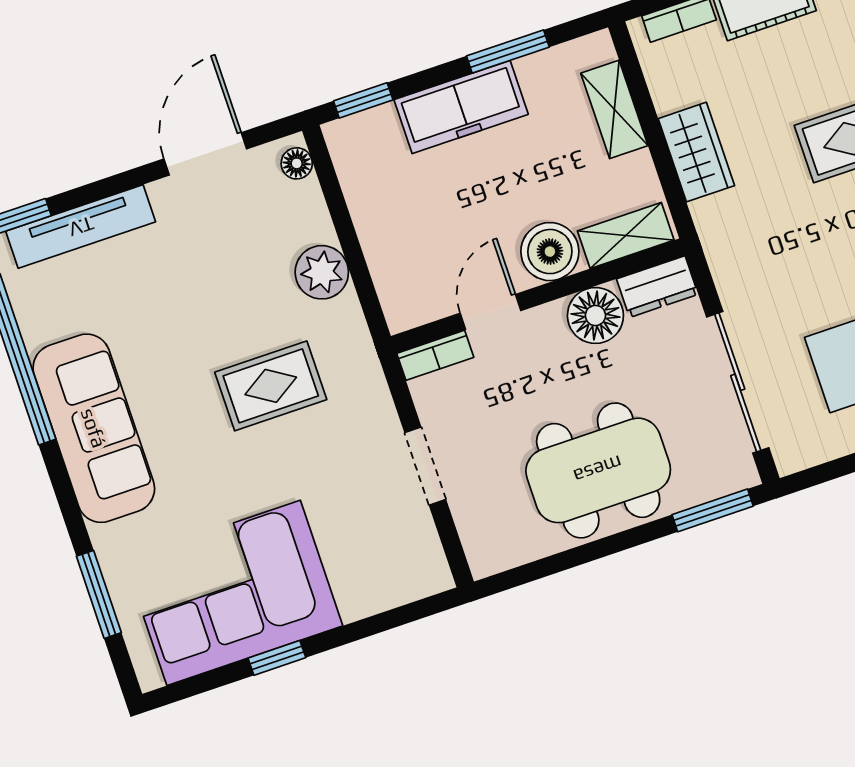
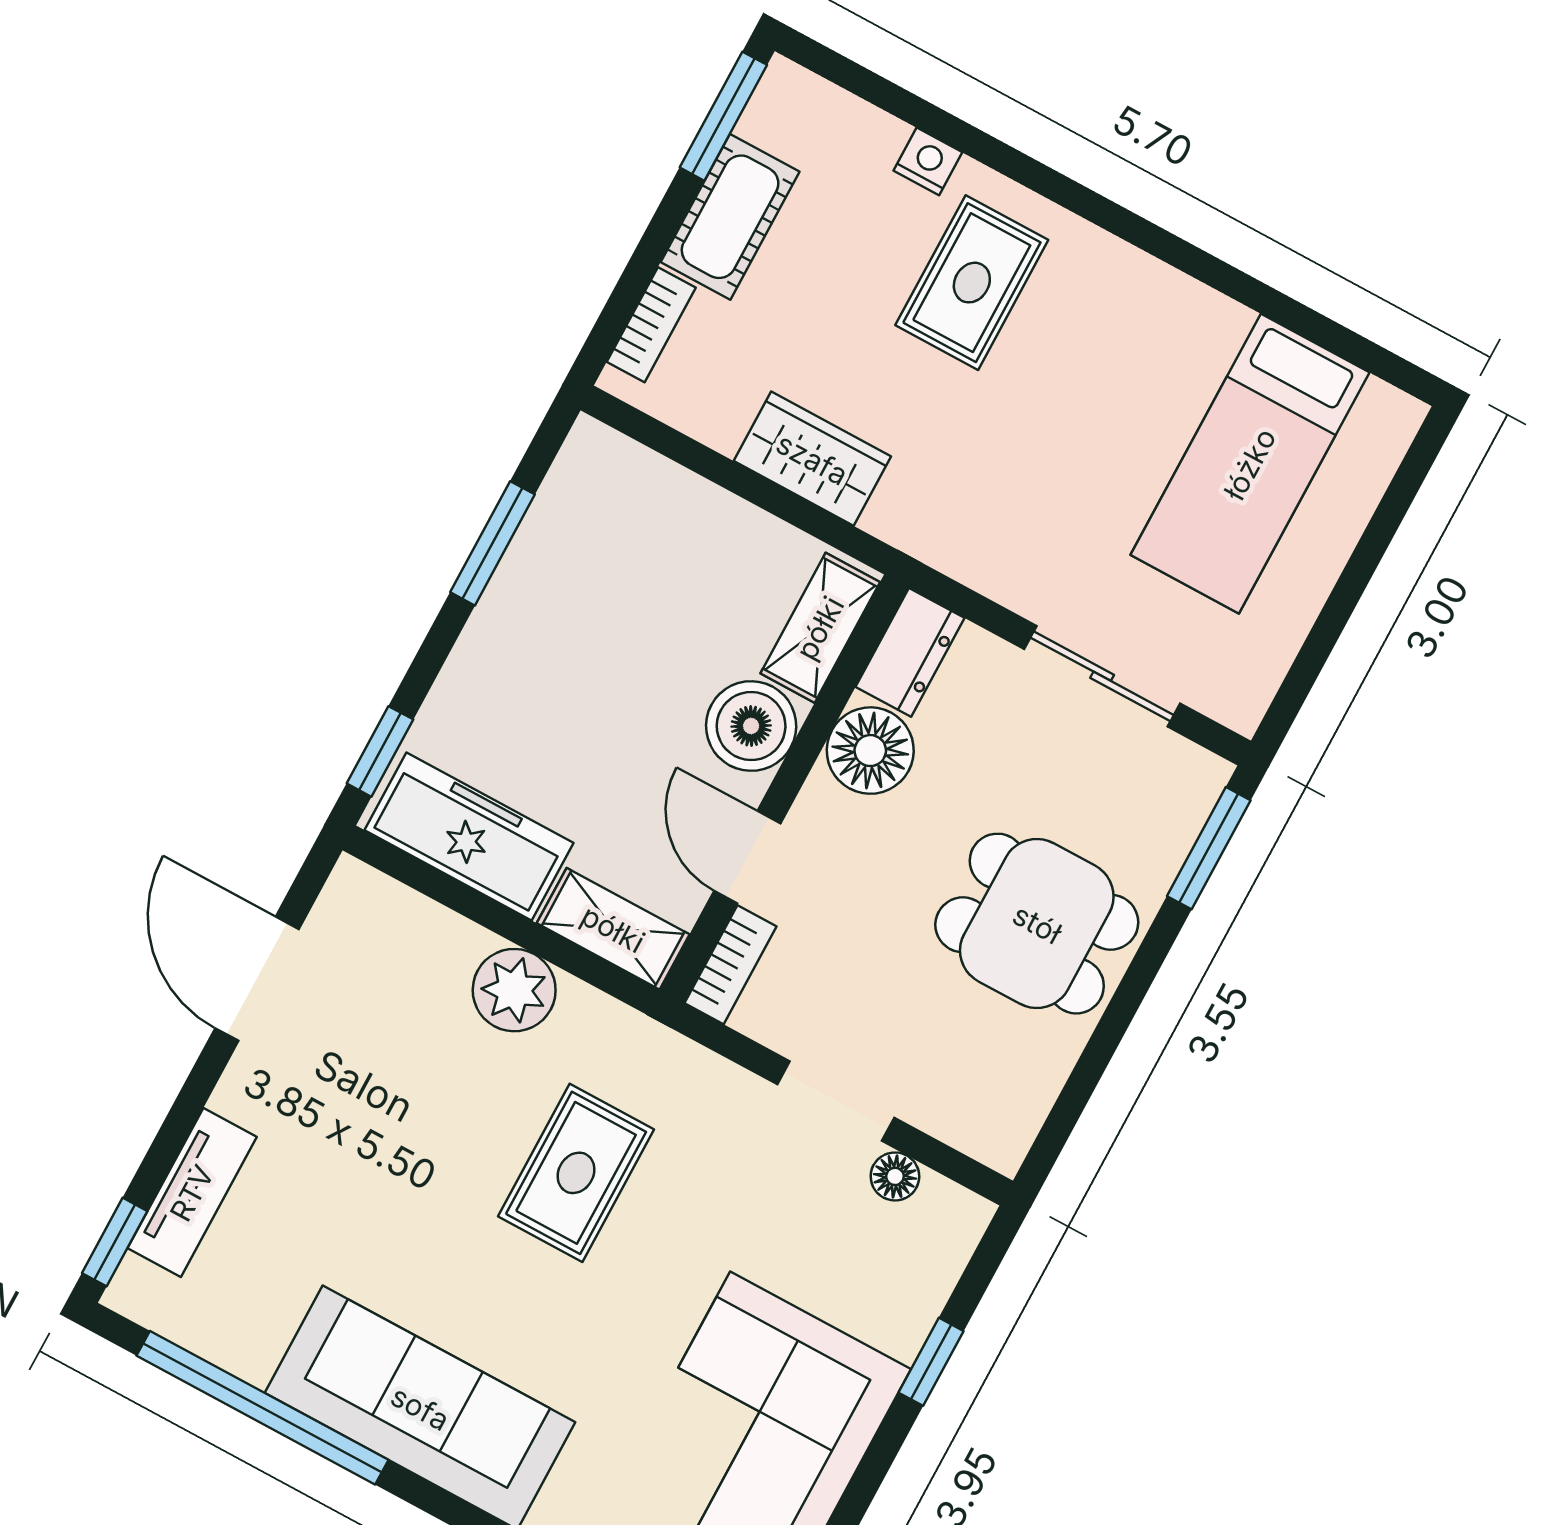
freezer: (461, 107) -> (469, 836), moved, turned -90
shelving: (614, 109) -> (613, 929), moved
floor lamp: (297, 163) -> (895, 1176), moved
tv unit: (81, 227) -> (192, 1193), width x0.71
sliding door: (738, 382) -> (1102, 676), width x0.73
dining table: (598, 470) -> (1037, 924), width x0.73
window: (277, 658) -> (931, 1362), moved

